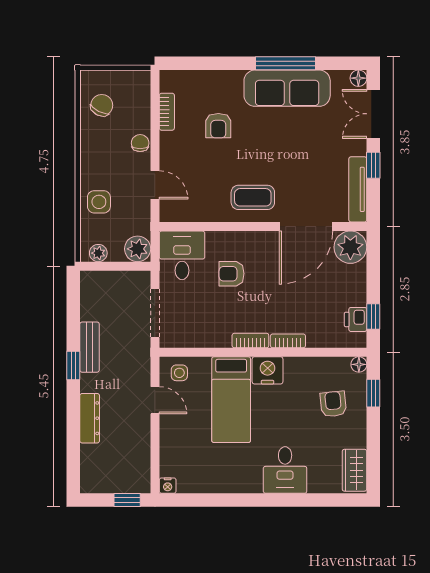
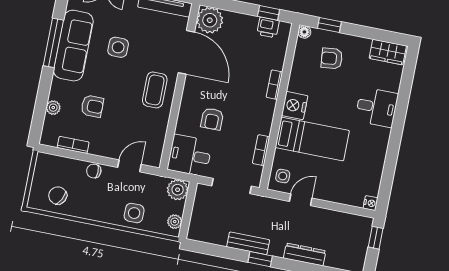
plant: (207, 79) -> (53, 108), added
side table: (296, 143) -> (118, 47), added
bookcase: (250, 341) -> (261, 150), moved

